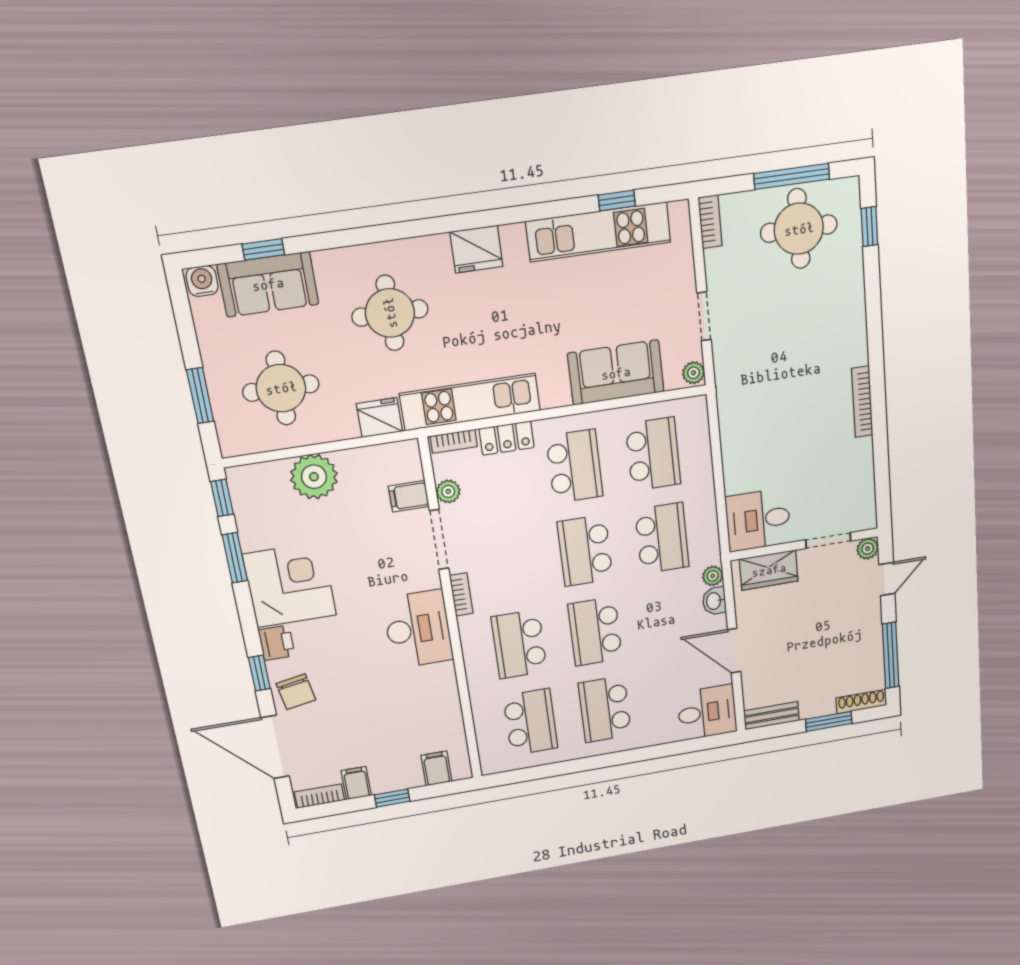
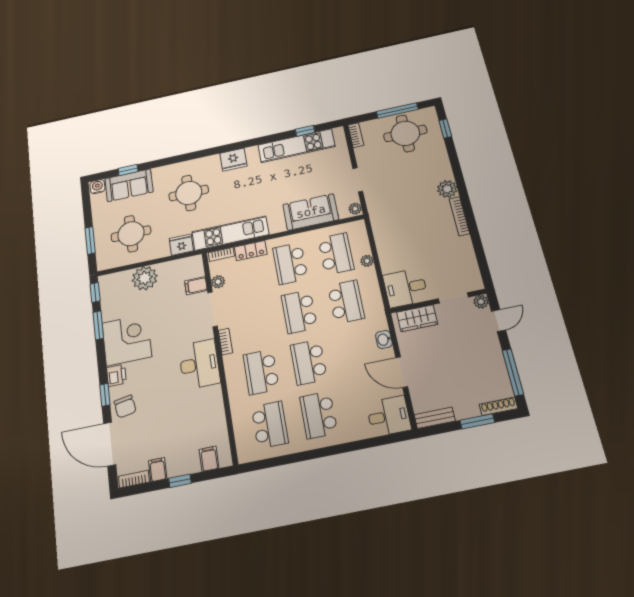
plant: (852, 349) -> (447, 189), added
school desk: (575, 466) -> (290, 263), turned 180
plant: (713, 576) -> (367, 261), moved

